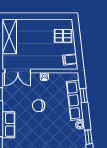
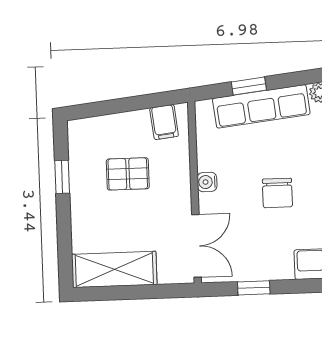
window: (49, 16) -> (62, 177), added
pallet: (63, 36) -> (128, 174), moved, turned 90

